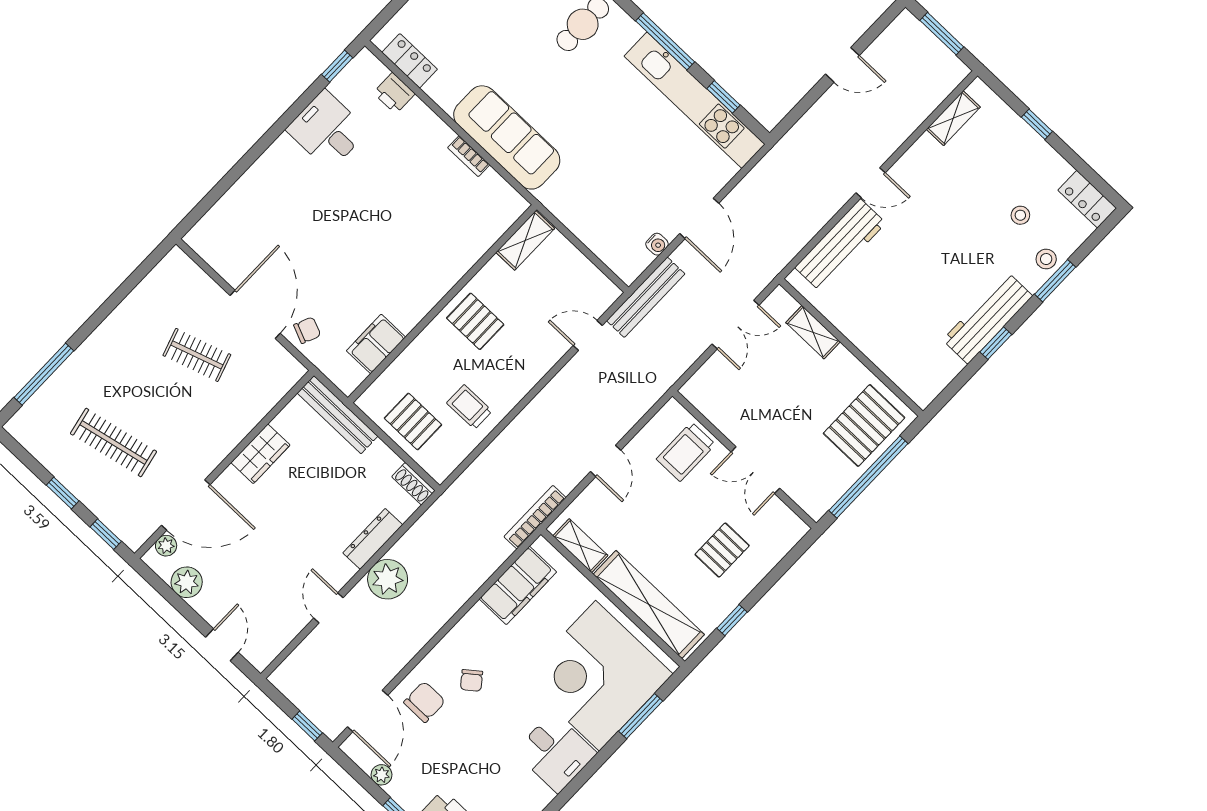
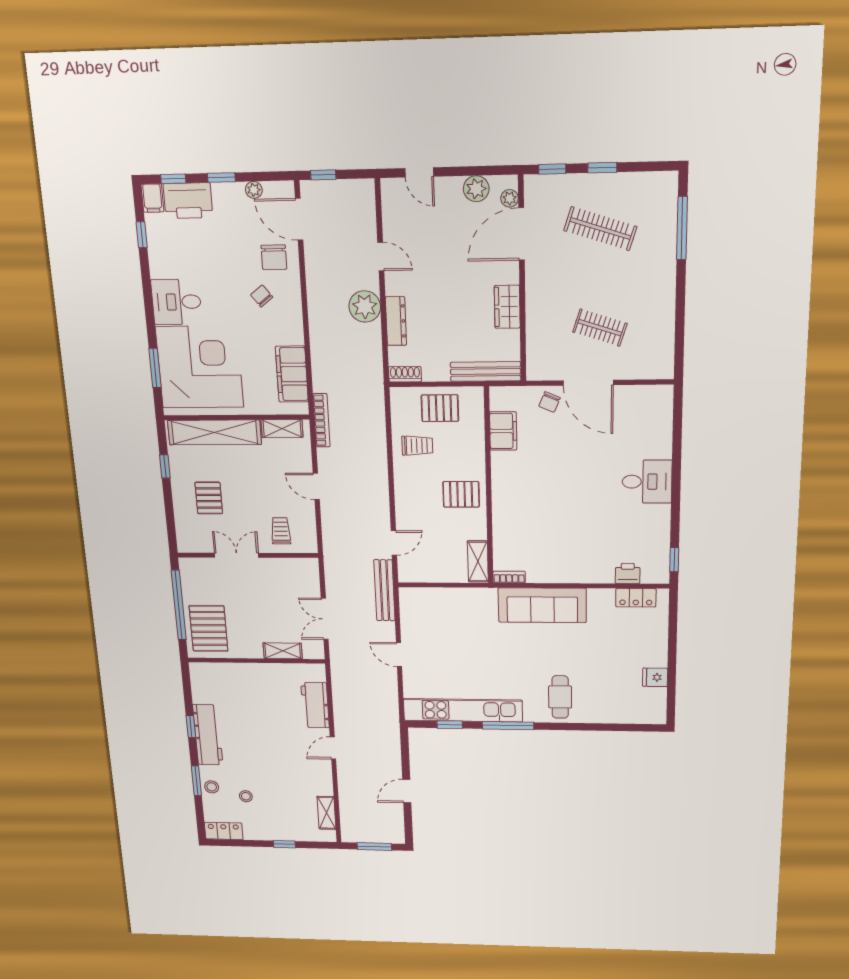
desk: (327, 130) -> (647, 482), moved
bookcase: (469, 156) -> (509, 577), moved
door: (699, 218) -> (399, 655), width x0.73
water cooler: (657, 244) -> (407, 622), removed
workbench: (840, 245) -> (315, 705), width x0.73
clothes rail: (197, 355) -> (600, 328), turned 36
clothes rail: (113, 443) -> (600, 229), turned 30
trolley: (686, 452) -> (281, 531), width x0.73, depth x0.72

